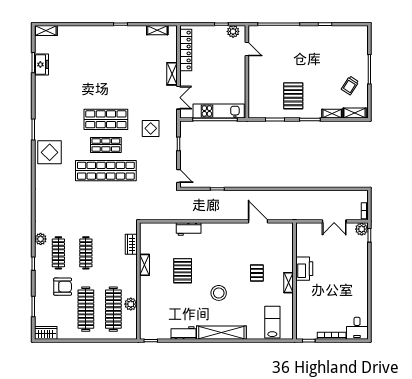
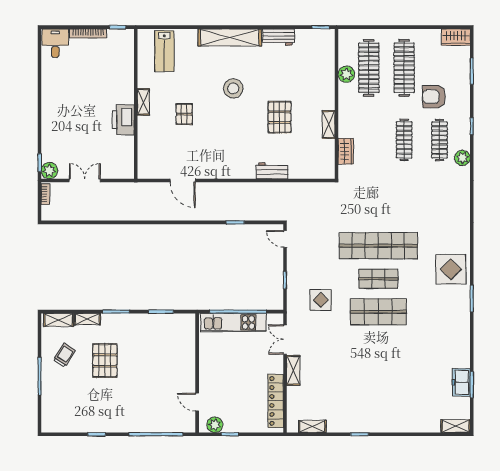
pallet: (293, 96) -> (105, 361), moved

